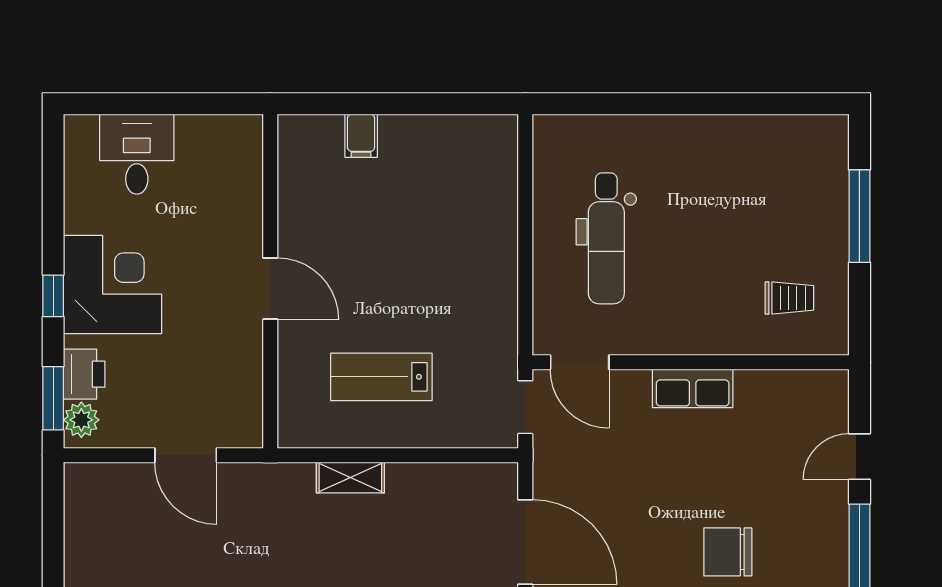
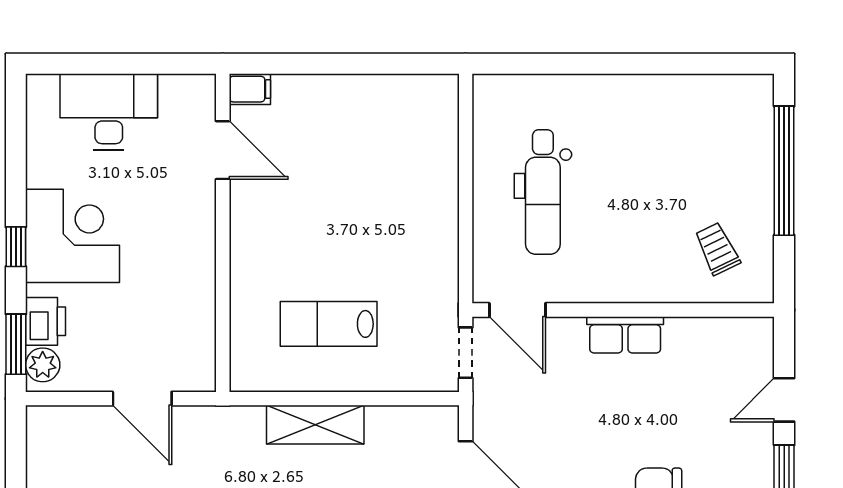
filing cabinet: (361, 136) -> (250, 89), moved, turned -90
desk: (137, 154) -> (109, 112), width x1.37
window: (859, 216) -> (784, 171), width x1.46
door: (270, 289) -> (223, 150), moved
trolley: (789, 298) -> (717, 249), turned -116
shelving: (350, 477) -> (315, 425), width x1.50, depth x1.33

